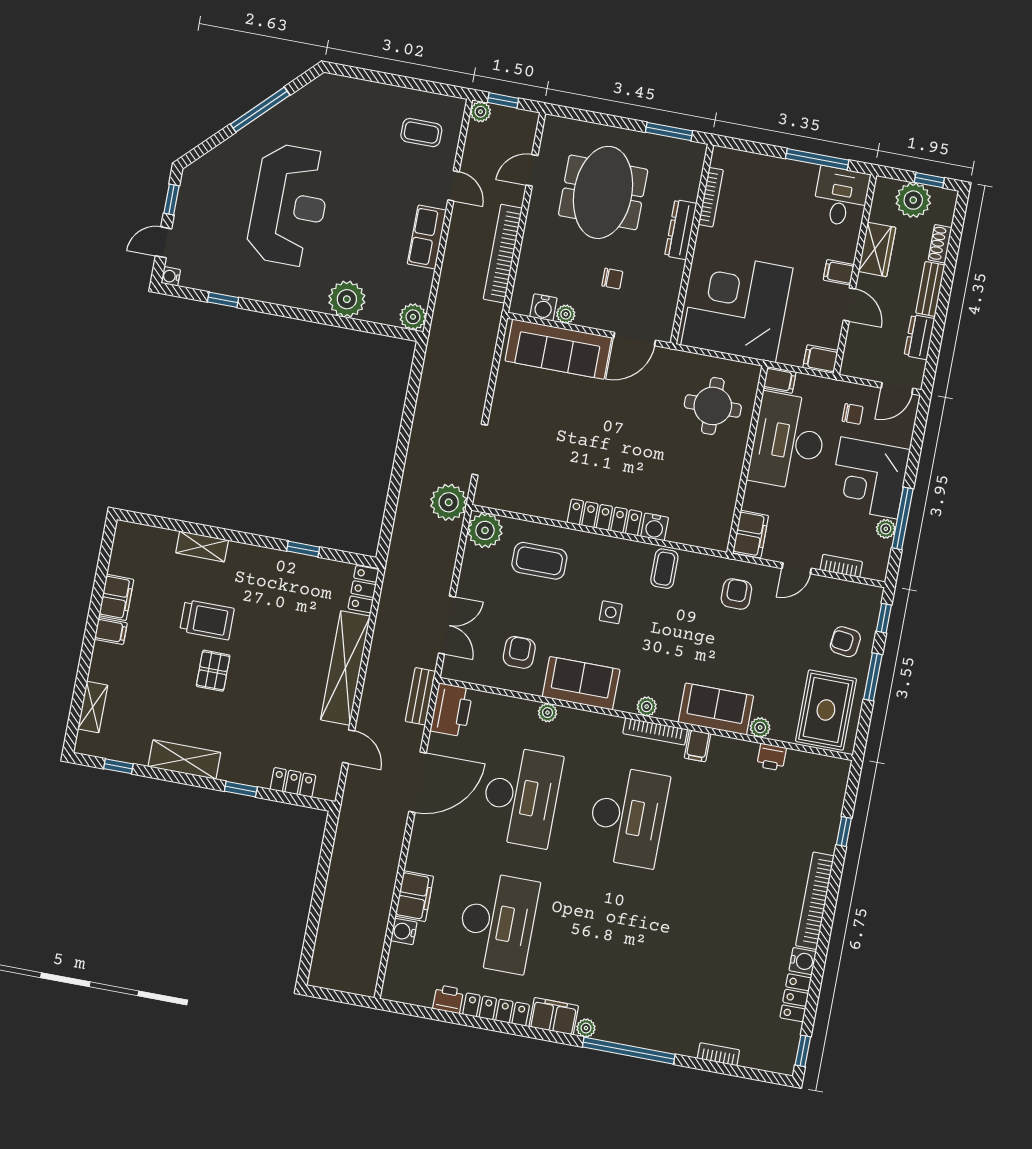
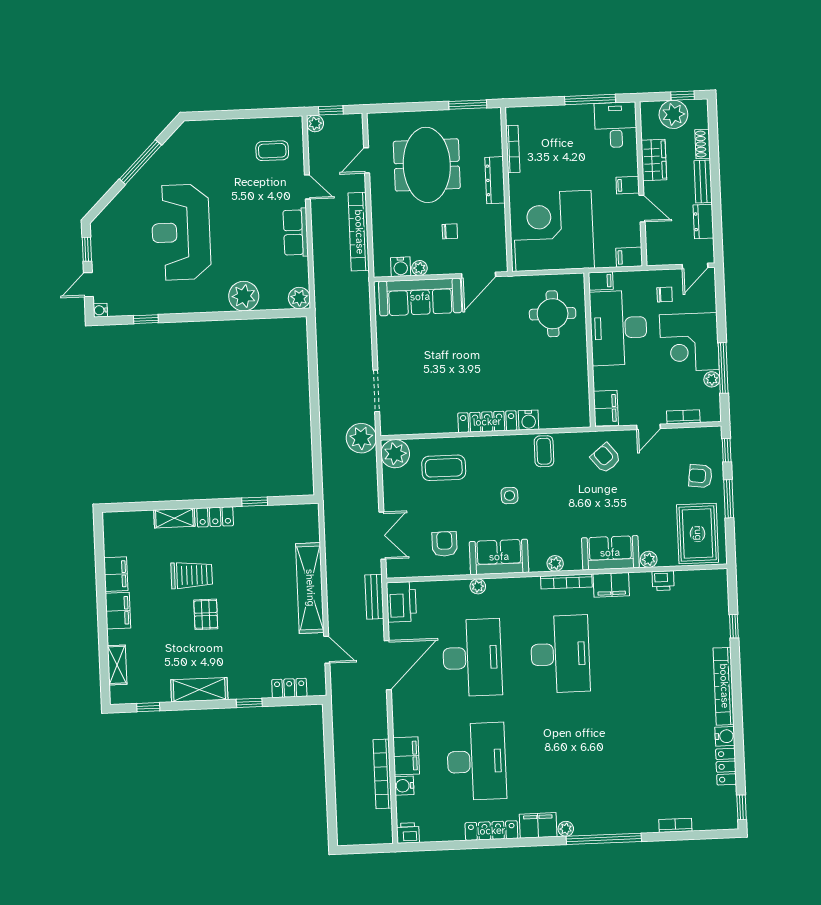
reception desk: (289, 205) -> (181, 232), turned 180
locker: (364, 589) -> (215, 517), moved, turned -90
armchair: (736, 594) -> (606, 458), turned -39
filing cabinet: (111, 631) -> (118, 611), width x2.00
filing cabinet: (698, 746) -> (611, 585), width x2.00
bookcase: (381, 911) -> (382, 774), added
printer: (448, 999) -> (408, 833), moved

